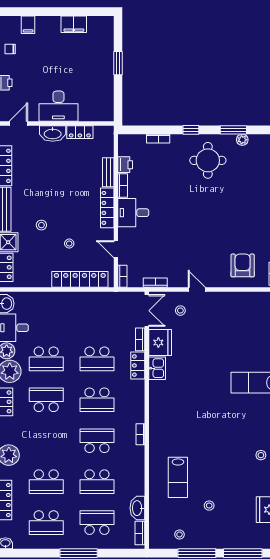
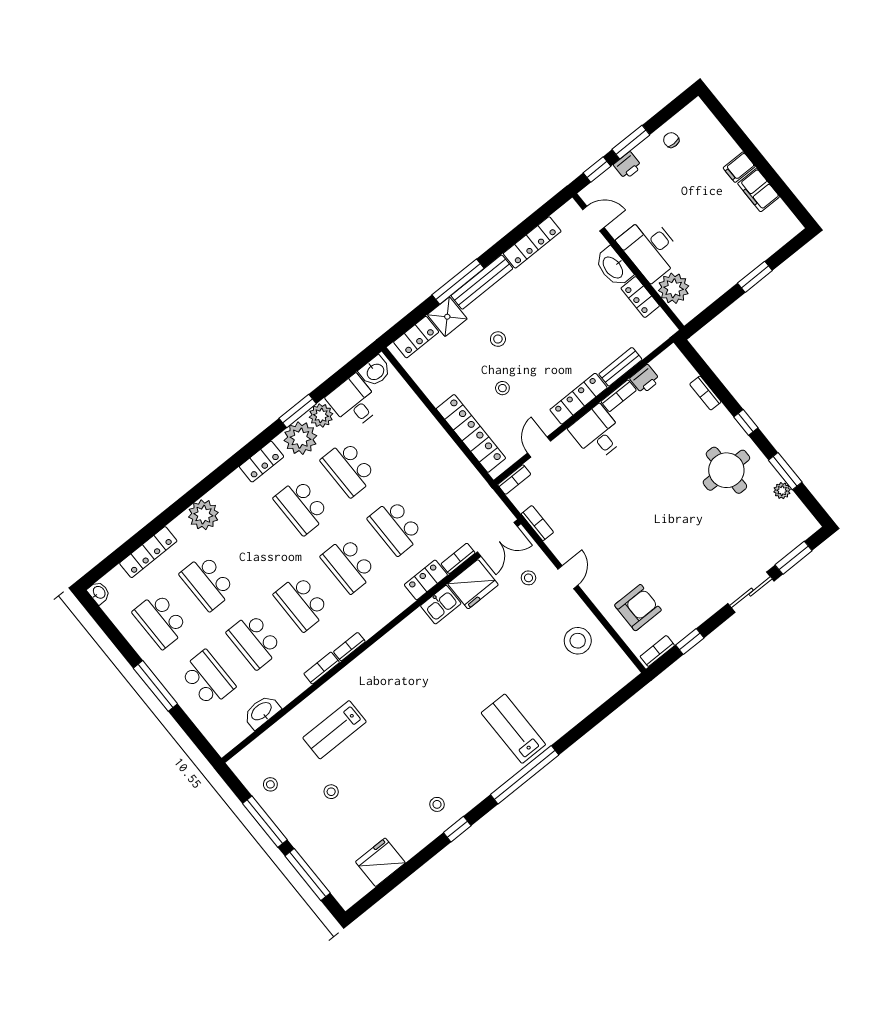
filing cabinet: (28, 25) -> (739, 167), moved
plant: (89, 111) -> (674, 288), added
stool: (234, 311) -> (578, 641), added
school desk: (46, 400) -> (302, 506), turned 180
school desk: (97, 441) -> (302, 603), turned 180
bookcase: (140, 533) -> (322, 668), moved

